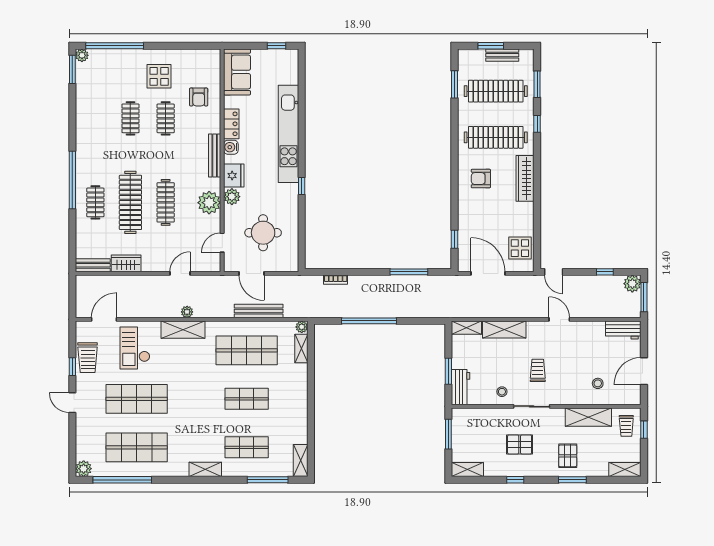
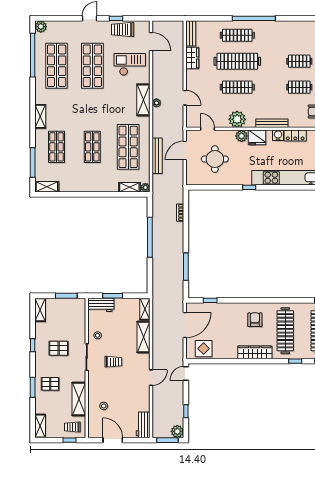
clothes rail: (95, 202) -> (237, 35), width x1.36
pallet: (520, 444) -> (59, 348), turned 90

